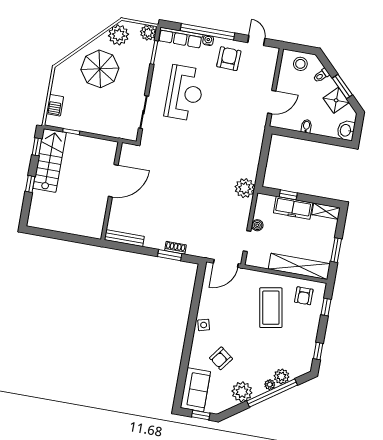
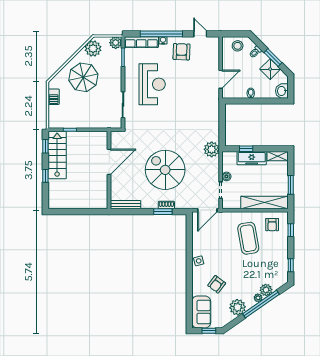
barbecue: (55, 105) -> (54, 97), moved
spiral stairs: (182, 203) -> (165, 170), added

